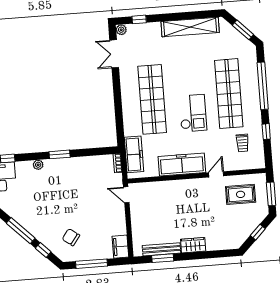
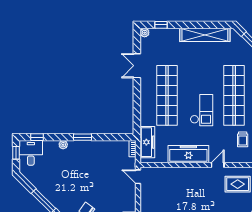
double door: (114, 54) -> (137, 66), moved

